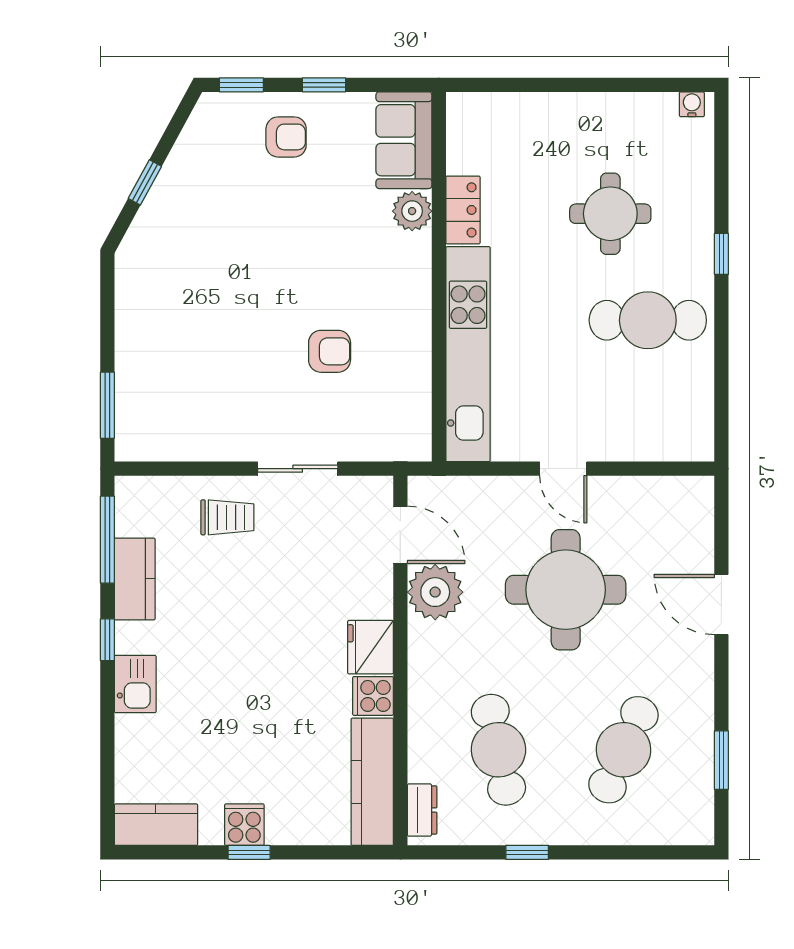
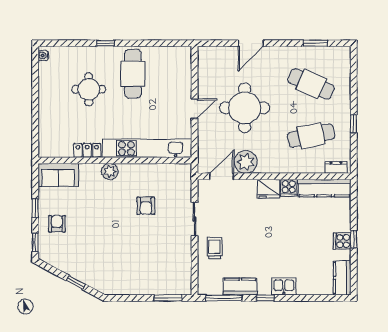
plant: (412, 211) -> (110, 172), moved
armchair: (330, 351) -> (146, 206), turned 180

